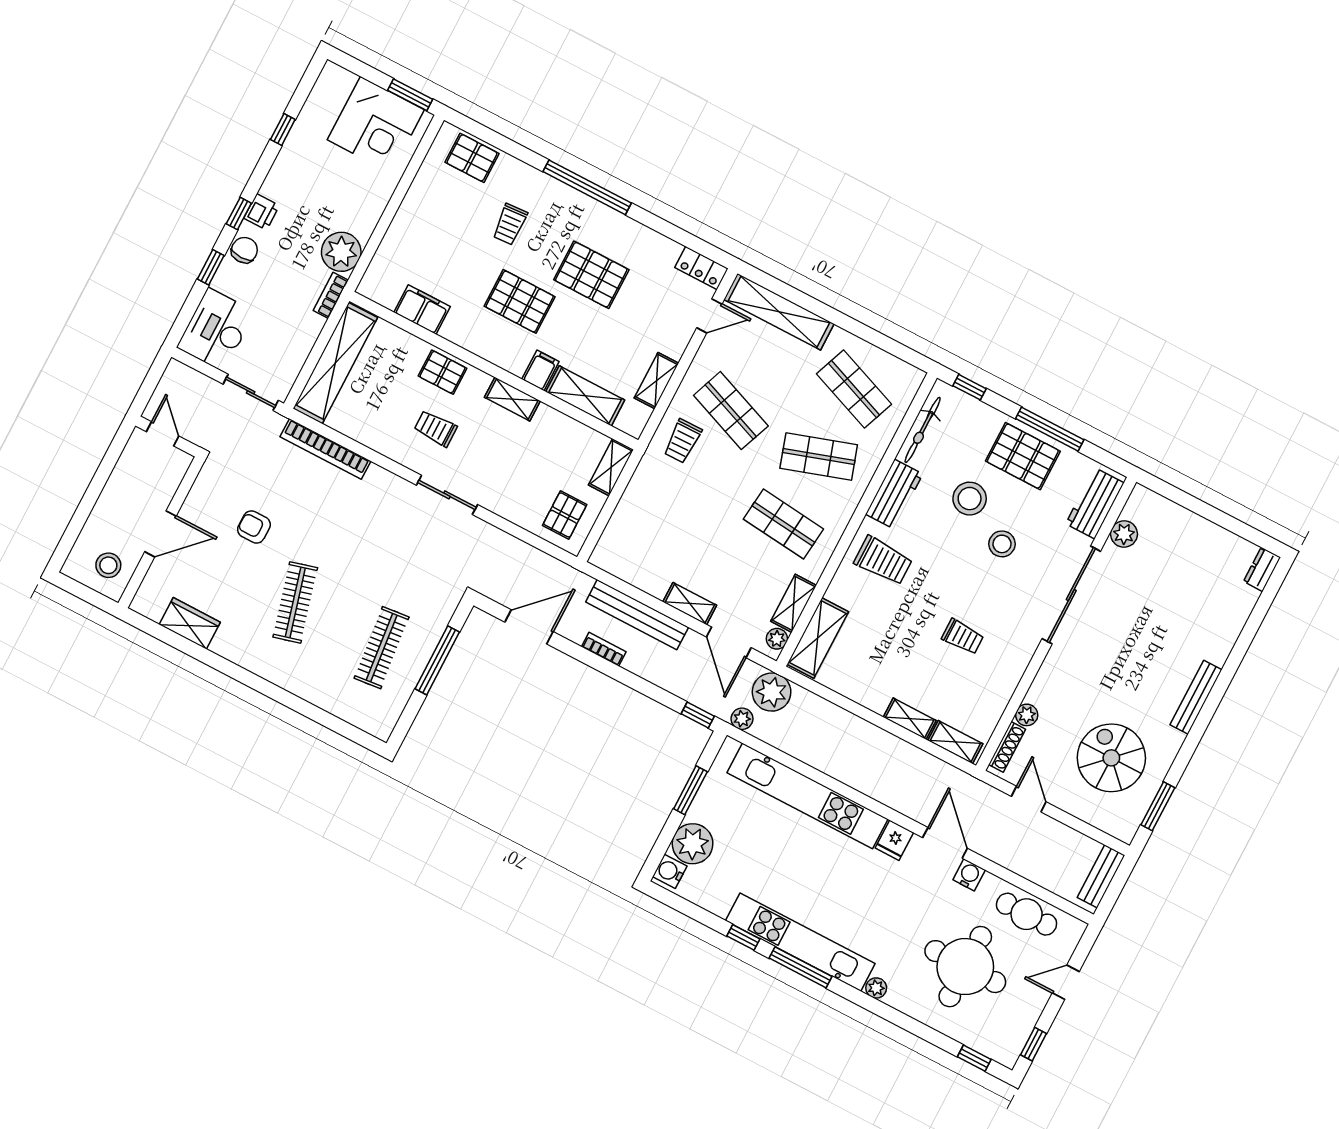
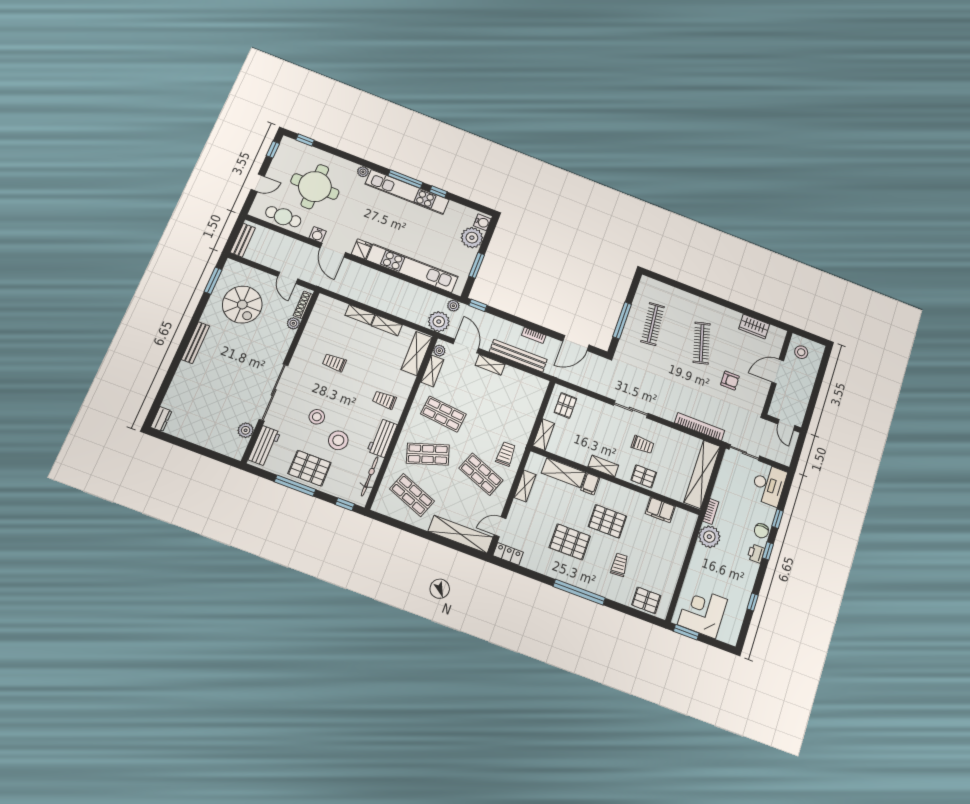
trolley: (883, 561) -> (384, 400), width x0.73, depth x0.72
shelving: (955, 742) -> (387, 325), moved

